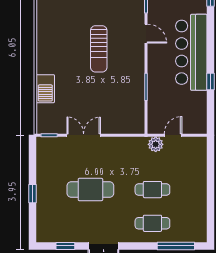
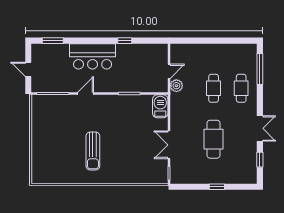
sun lounger: (99, 49) -> (93, 151), moved, turned 90
bar counter: (191, 52) -> (93, 56), width x0.73
barbecue: (45, 89) -> (160, 106), moved, turned -90
door: (173, 135) -> (169, 71), swing flipped

